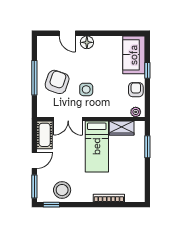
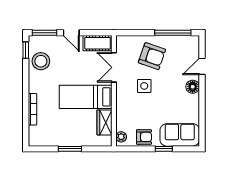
window: (34, 78) -> (173, 33), moved
window: (147, 147) -> (70, 149), moved

